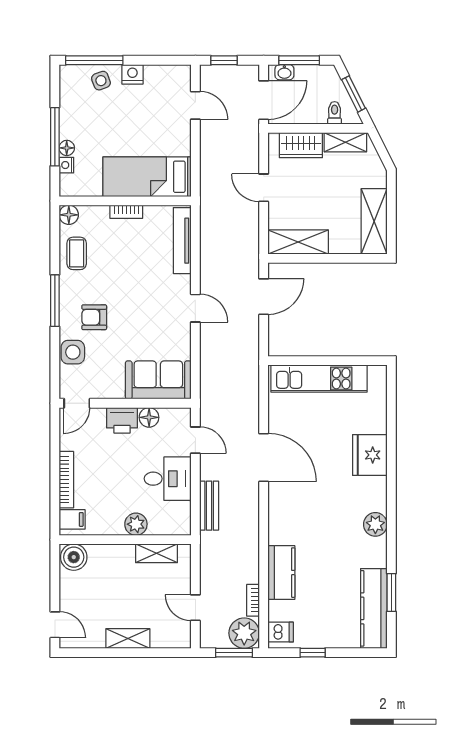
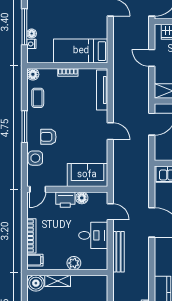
bench: (209, 506) -> (118, 252), width x1.36
shelving: (157, 553) -> (58, 281), moved

